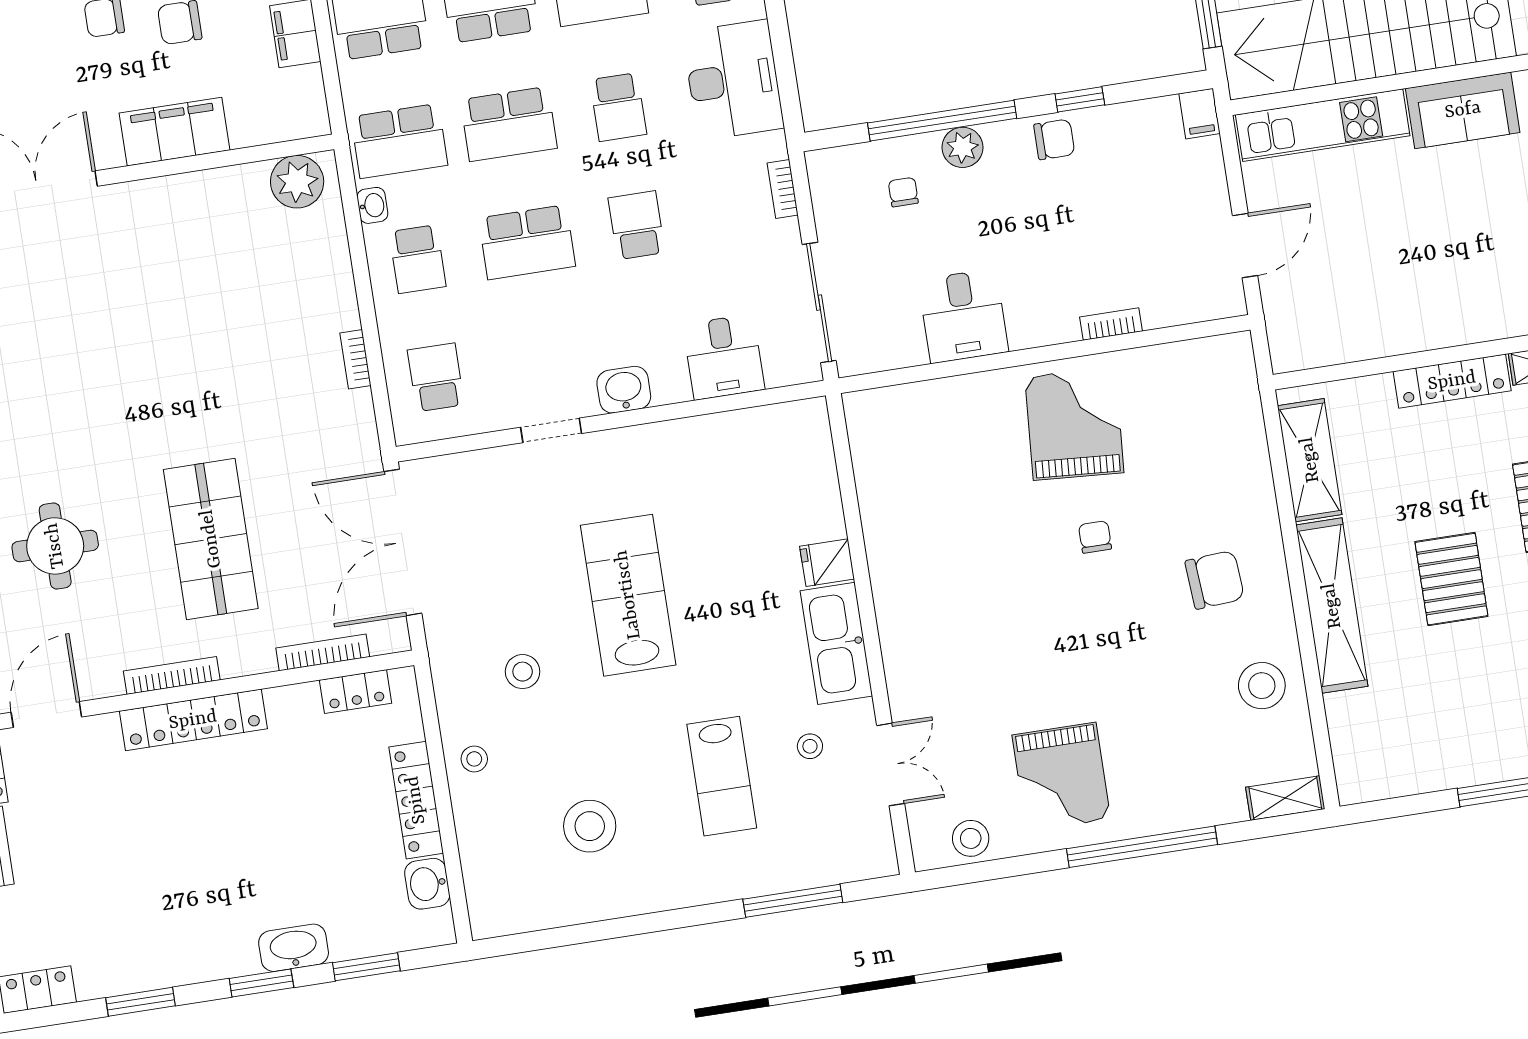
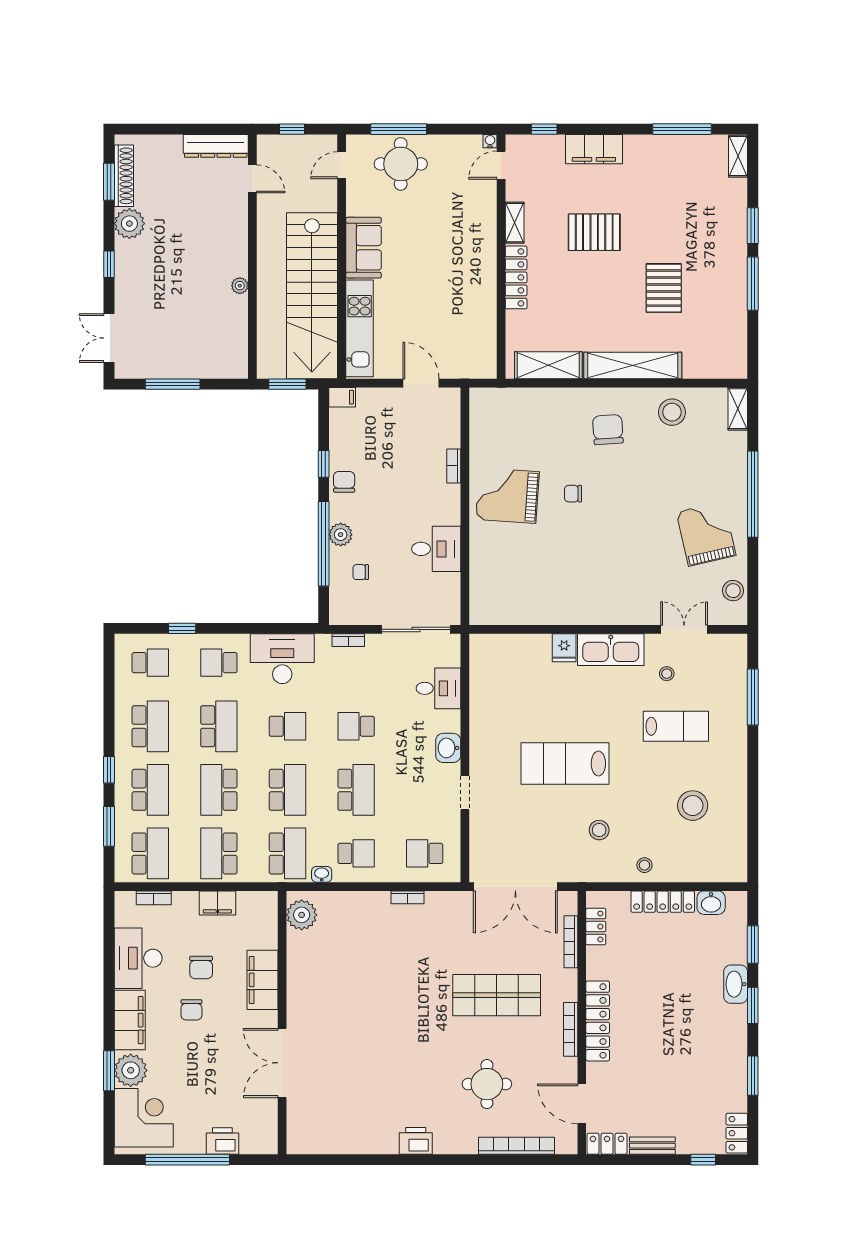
pallet: (1451, 579) -> (664, 288), moved, turned 90
grand piano: (1061, 777) -> (706, 534), turned -103

